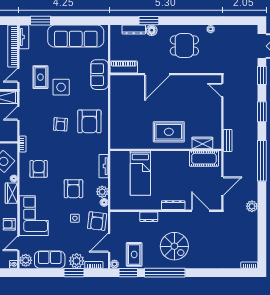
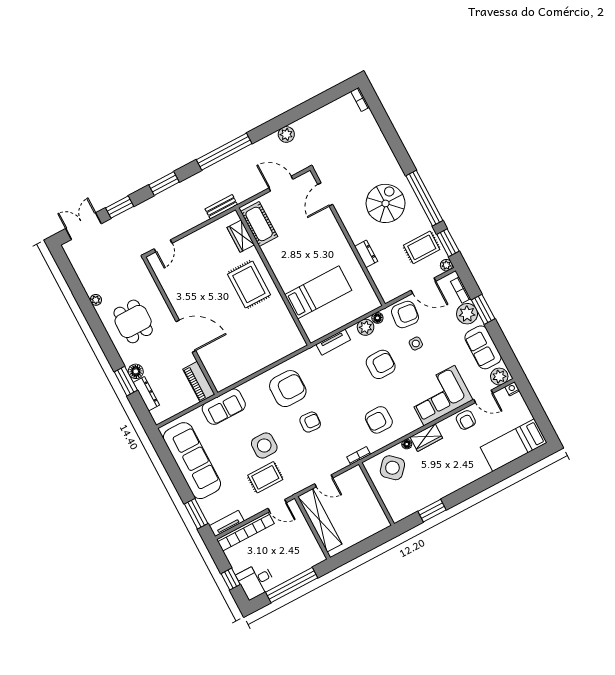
dresser: (173, 205) -> (336, 232), removed

